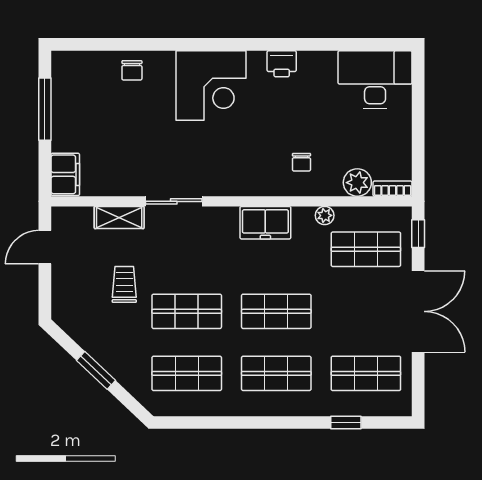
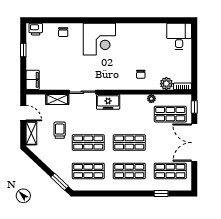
printer: (282, 64) -> (36, 29), moved
desk: (375, 80) -> (179, 36), width x0.73
window: (45, 109) -> (23, 50), width x0.46
freezer: (265, 223) -> (108, 102), moved
door: (45, 247) -> (23, 113), swing flipped
shelving: (63, 291) -> (31, 133), added
double door: (418, 311) -> (194, 143), swing flipped
window: (96, 370) -> (60, 182), moved

